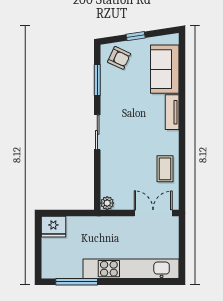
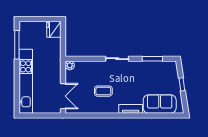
armchair: (119, 58) -> (167, 73), removed
coffee table: (165, 169) -> (103, 91), moved

